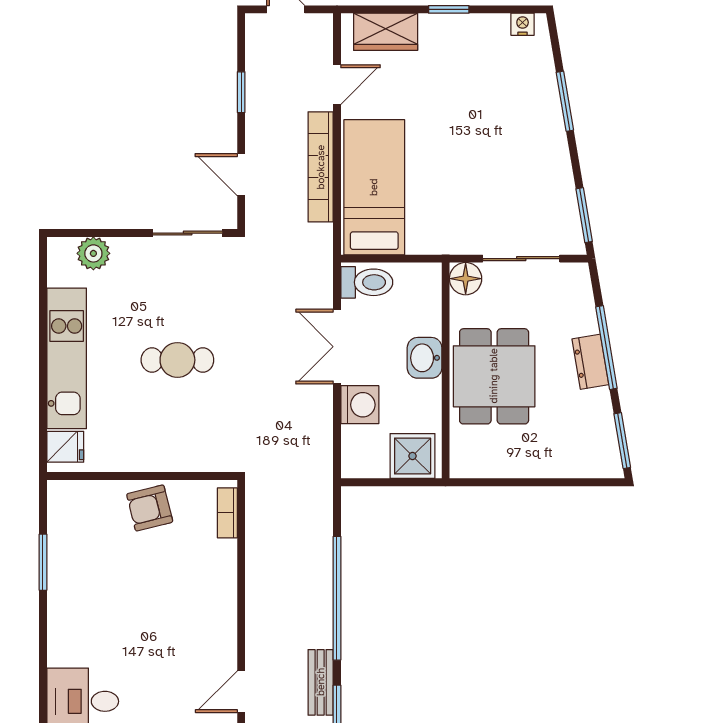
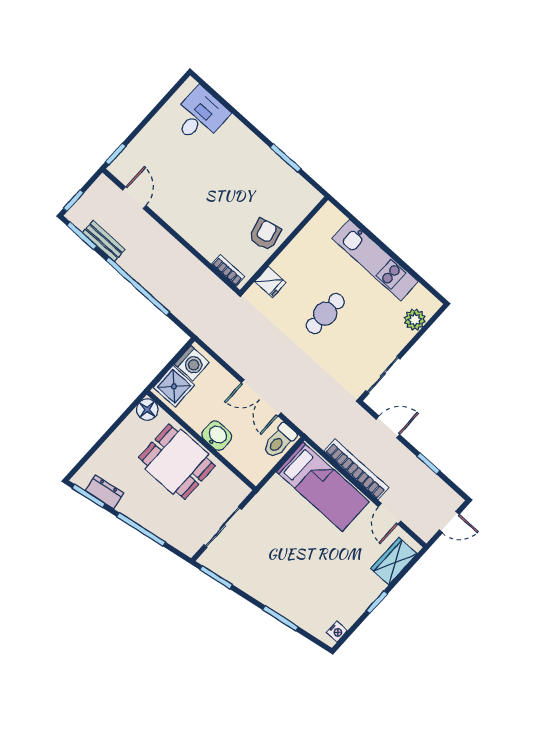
floor lamp: (466, 279) -> (147, 410), moved
double door: (337, 347) -> (261, 398), swing flipped
dresser: (590, 362) -> (105, 492), moved
washing machine: (360, 405) -> (192, 363), moved, turned -90
fridge: (65, 447) -> (270, 282), moved, turned -90

